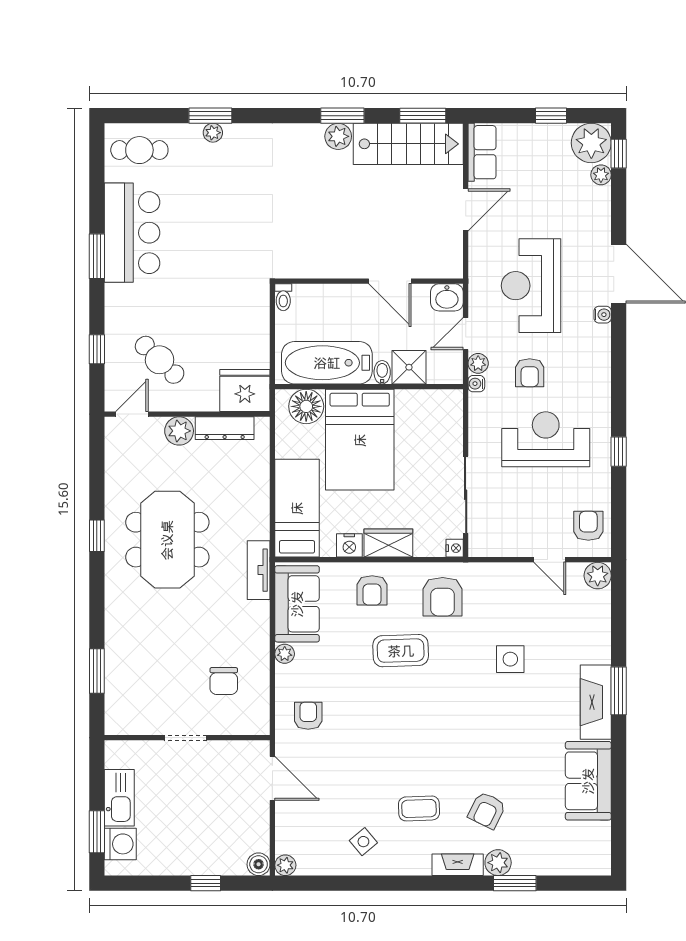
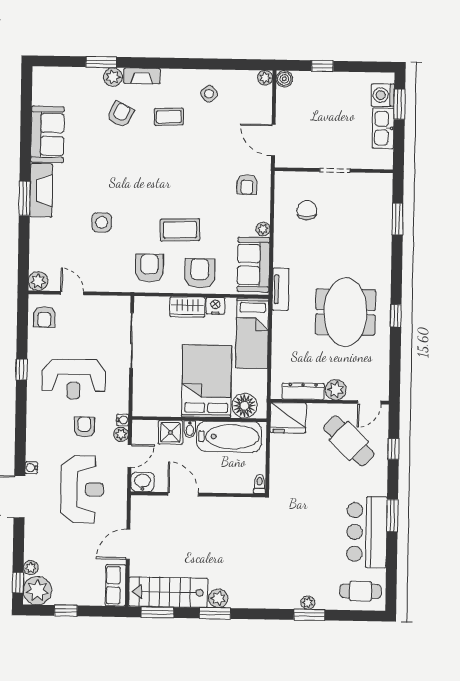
cafe table: (160, 360) -> (349, 441), width x1.37, depth x1.35
nightstand: (455, 548) -> (140, 302), removed
armchair: (372, 590) -> (200, 273), width x1.38, depth x1.38

